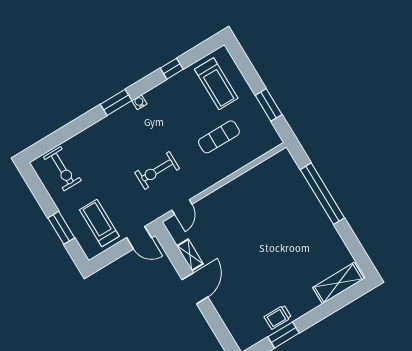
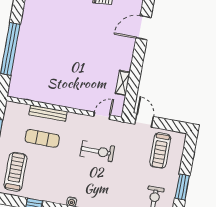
bench: (234, 165) -> (48, 113), added
window: (61, 228) -> (182, 187), moved
door: (195, 288) -> (144, 28), moved

